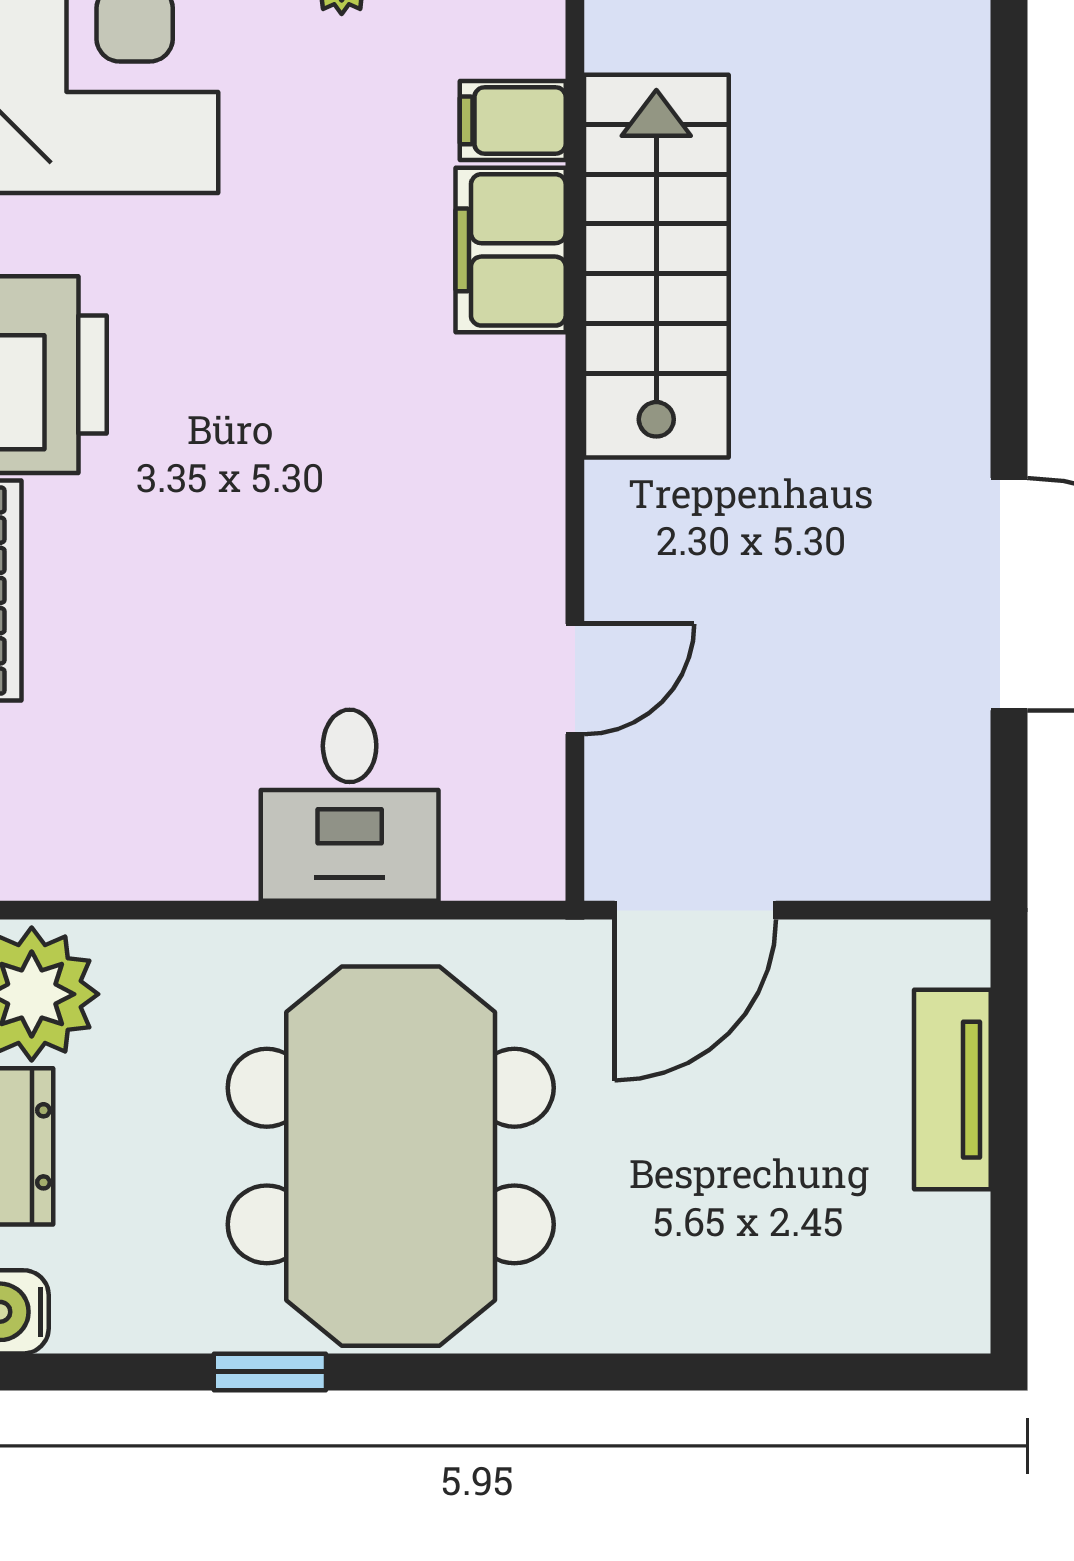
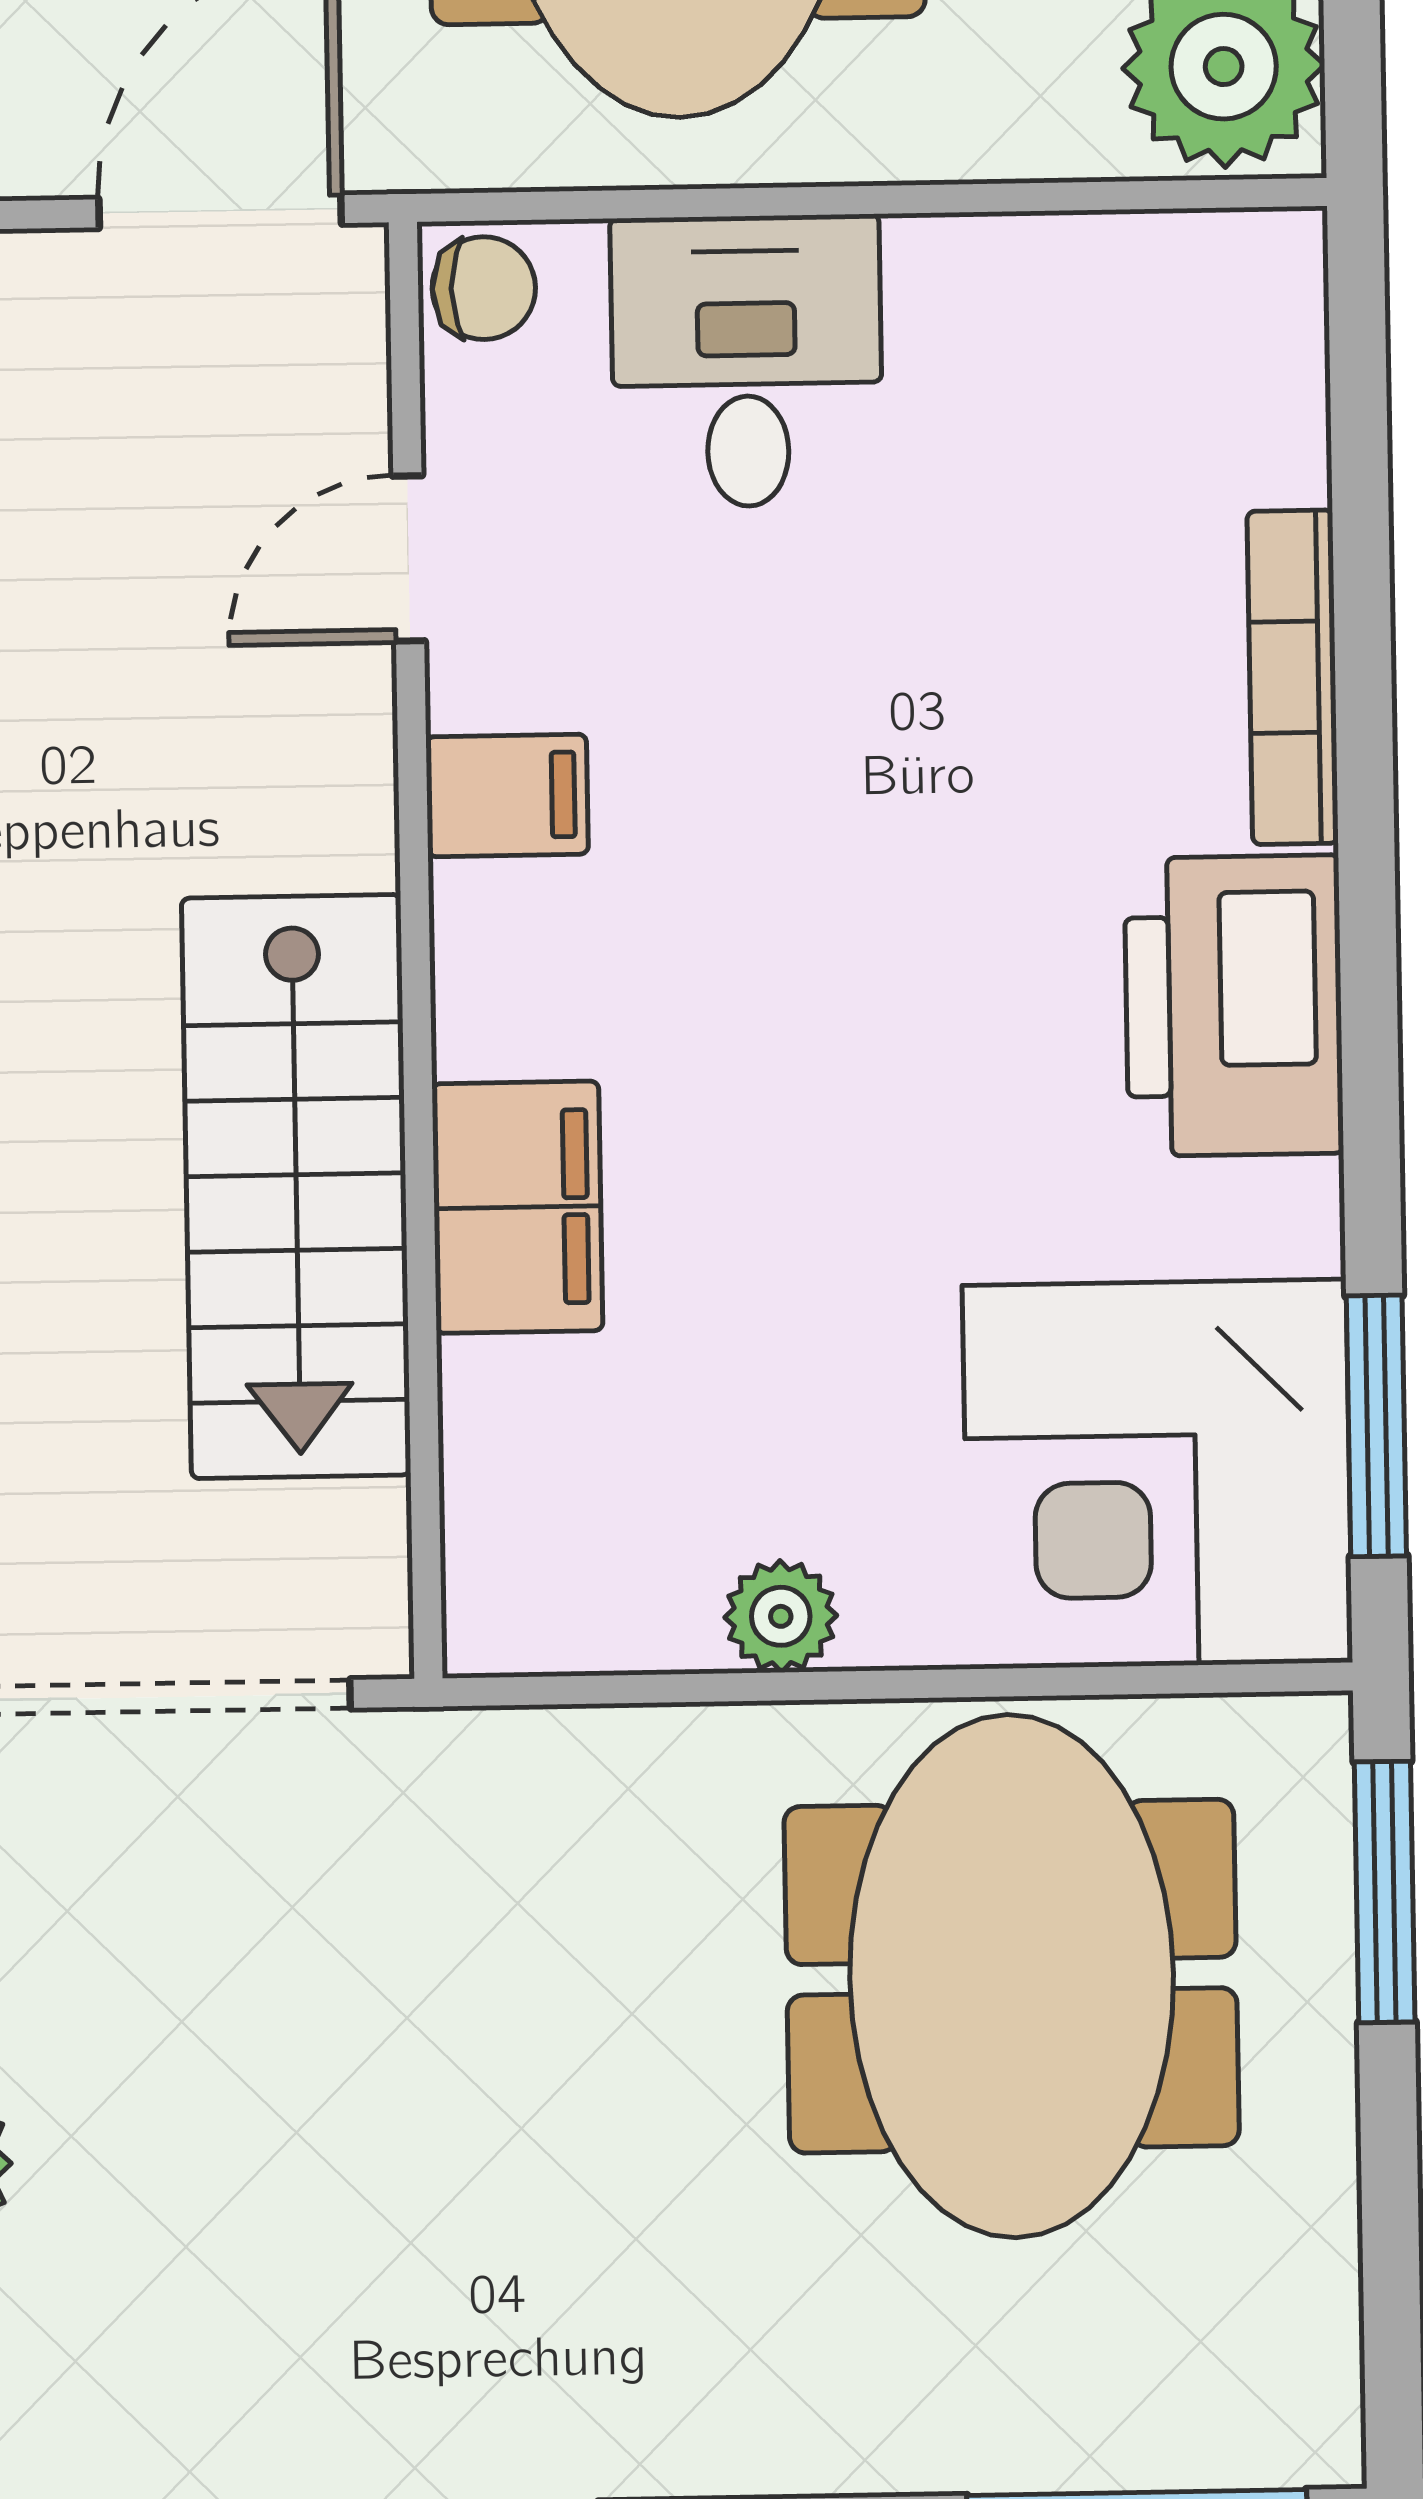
filing cabinet: (513, 120) -> (507, 795), moved
chair: (522, 856) -> (484, 288), added

